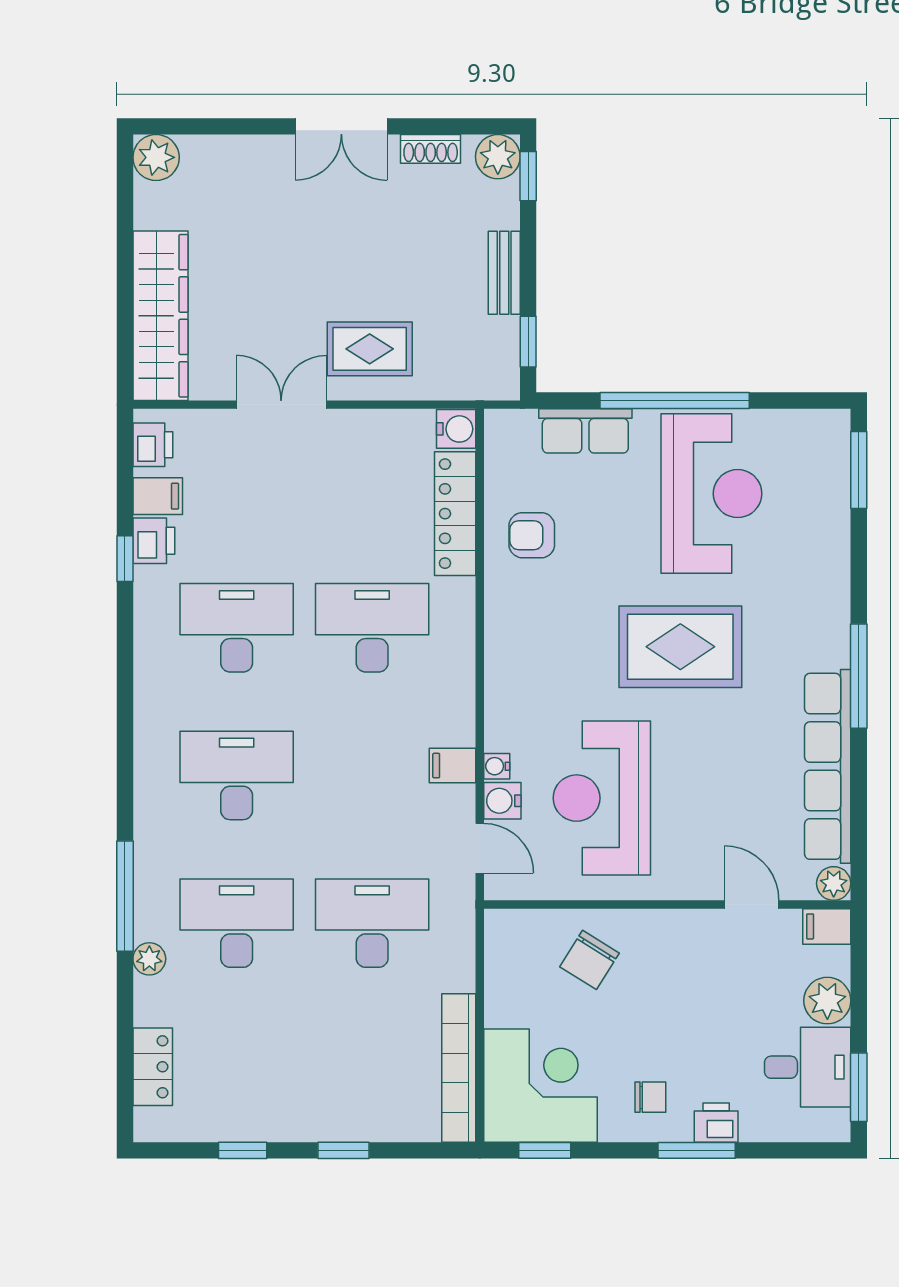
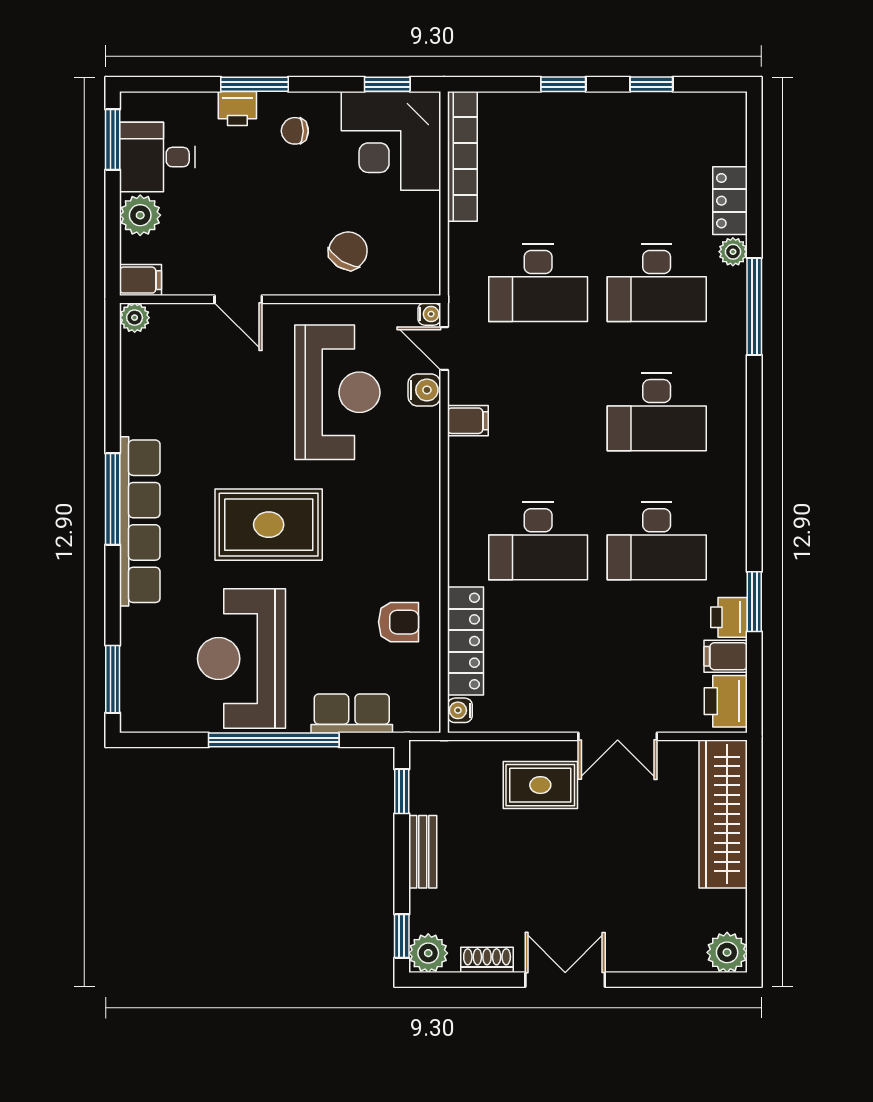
water cooler: (456, 429) -> (460, 710), width x0.72, depth x0.72
printer: (153, 445) -> (726, 701), width x1.36, depth x1.24
window: (125, 559) -> (754, 602), width x1.50
water cooler: (497, 766) -> (429, 314), moved
row of seats: (828, 766) -> (140, 521), moved
door: (752, 904) -> (238, 299), moved
locker: (153, 1067) -> (730, 201), moved

